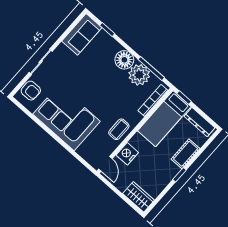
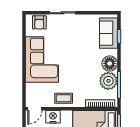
sofa: (82, 34) -> (108, 33), moved, turned 90

